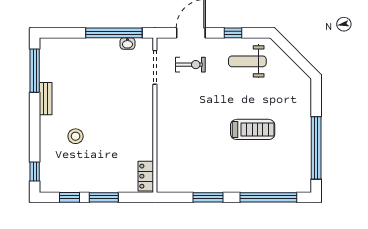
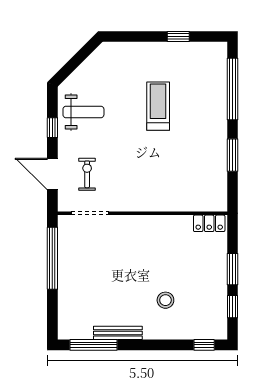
washbasin: (127, 44) -> (64, 243), removed
weight bench: (247, 61) -> (83, 112), turned -90
bench: (46, 99) -> (118, 333), width x1.36
window: (316, 148) -> (178, 37), width x0.32

